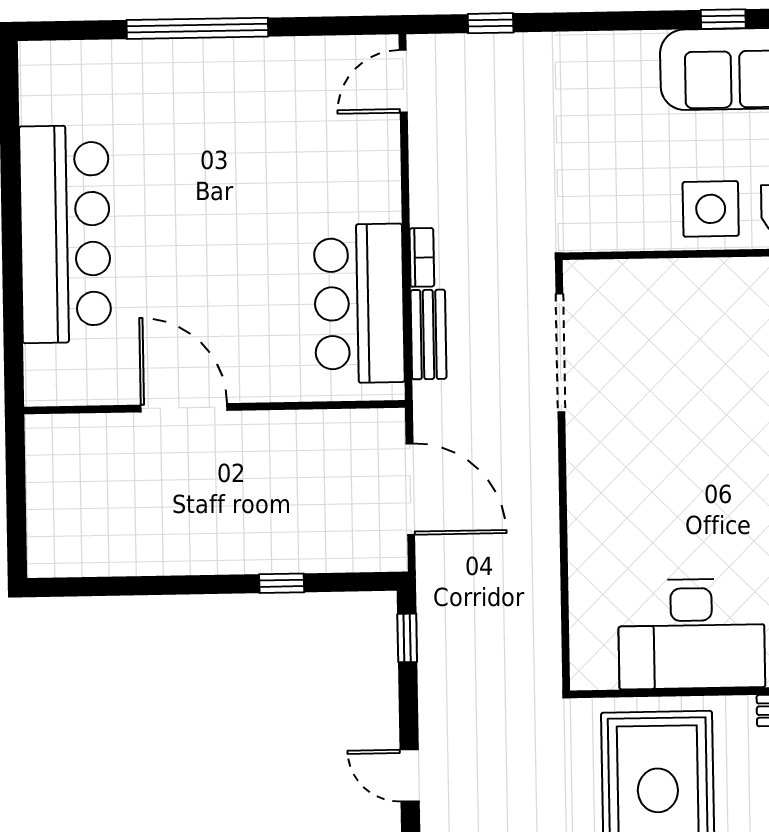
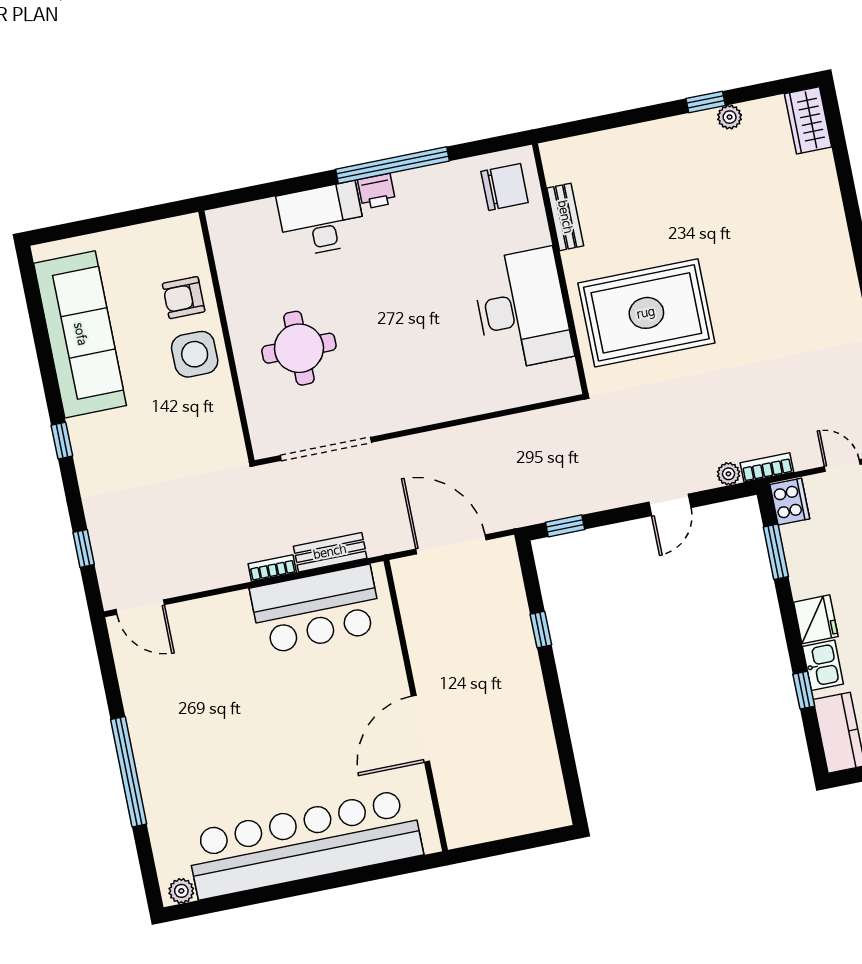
window: (723, 19) -> (62, 441), moved
plant: (34, 67) -> (181, 891), added
bar counter: (65, 234) -> (304, 844), width x1.36
round table: (694, 342) -> (299, 348), added
door: (410, 489) -> (451, 544), hinge flipped

